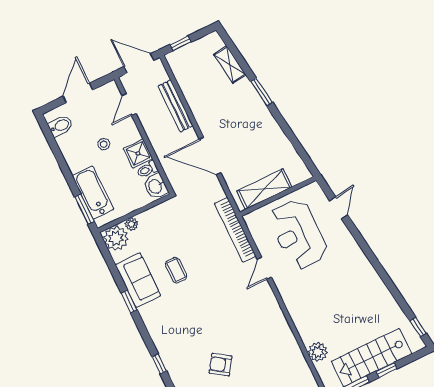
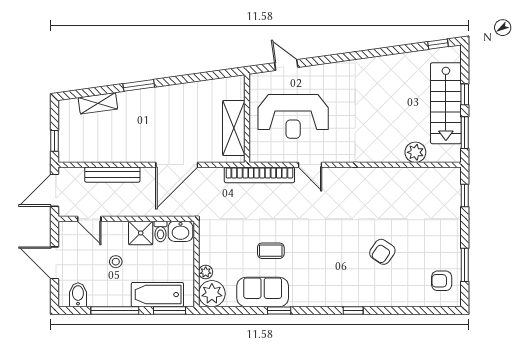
window: (62, 163) -> (115, 310), added

